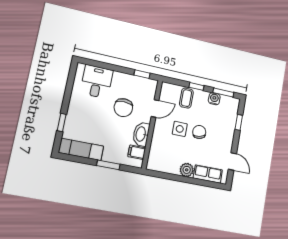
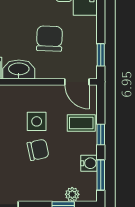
chair: (123, 108) -> (49, 39), turned 92
door: (155, 109) -> (77, 82), moved
plant: (233, 115) -> (72, 194), added

